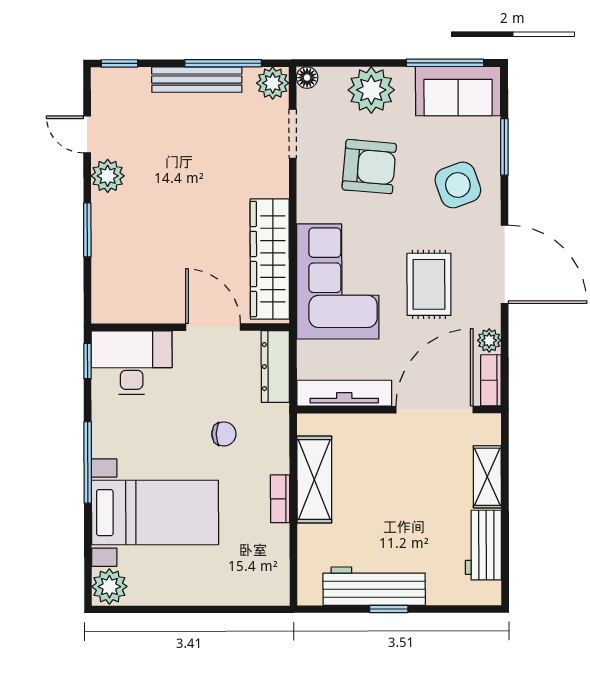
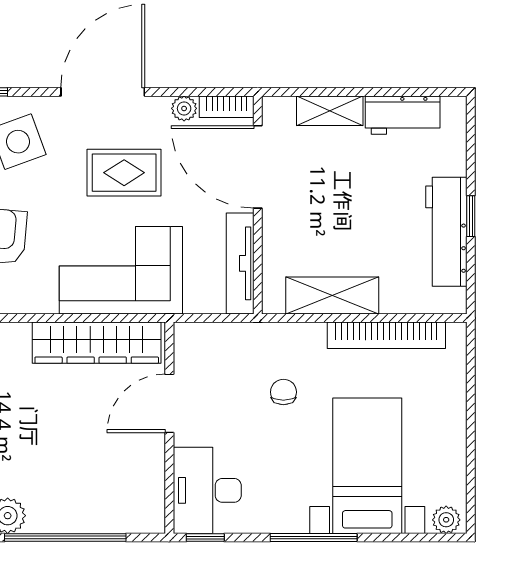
window: (87, 230) -> (65, 537), width x2.11
dresser: (275, 367) -> (212, 337), removed
bookcase: (280, 499) -> (386, 335), width x2.31, depth x1.31
plant: (109, 587) -> (446, 520), width x0.73, depth x0.73

